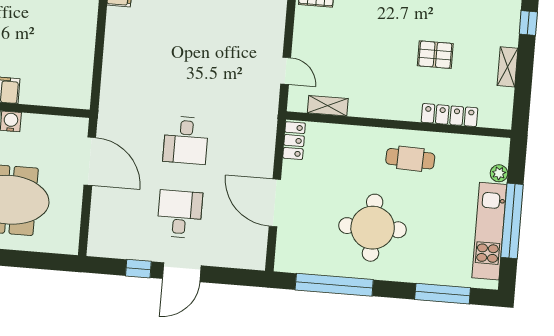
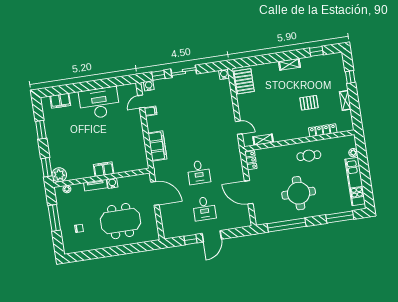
filing cabinet: (117, 69) -> (157, 146), added
desk: (180, 214) -> (204, 209), turned 180
window: (512, 221) -> (365, 174), removed

